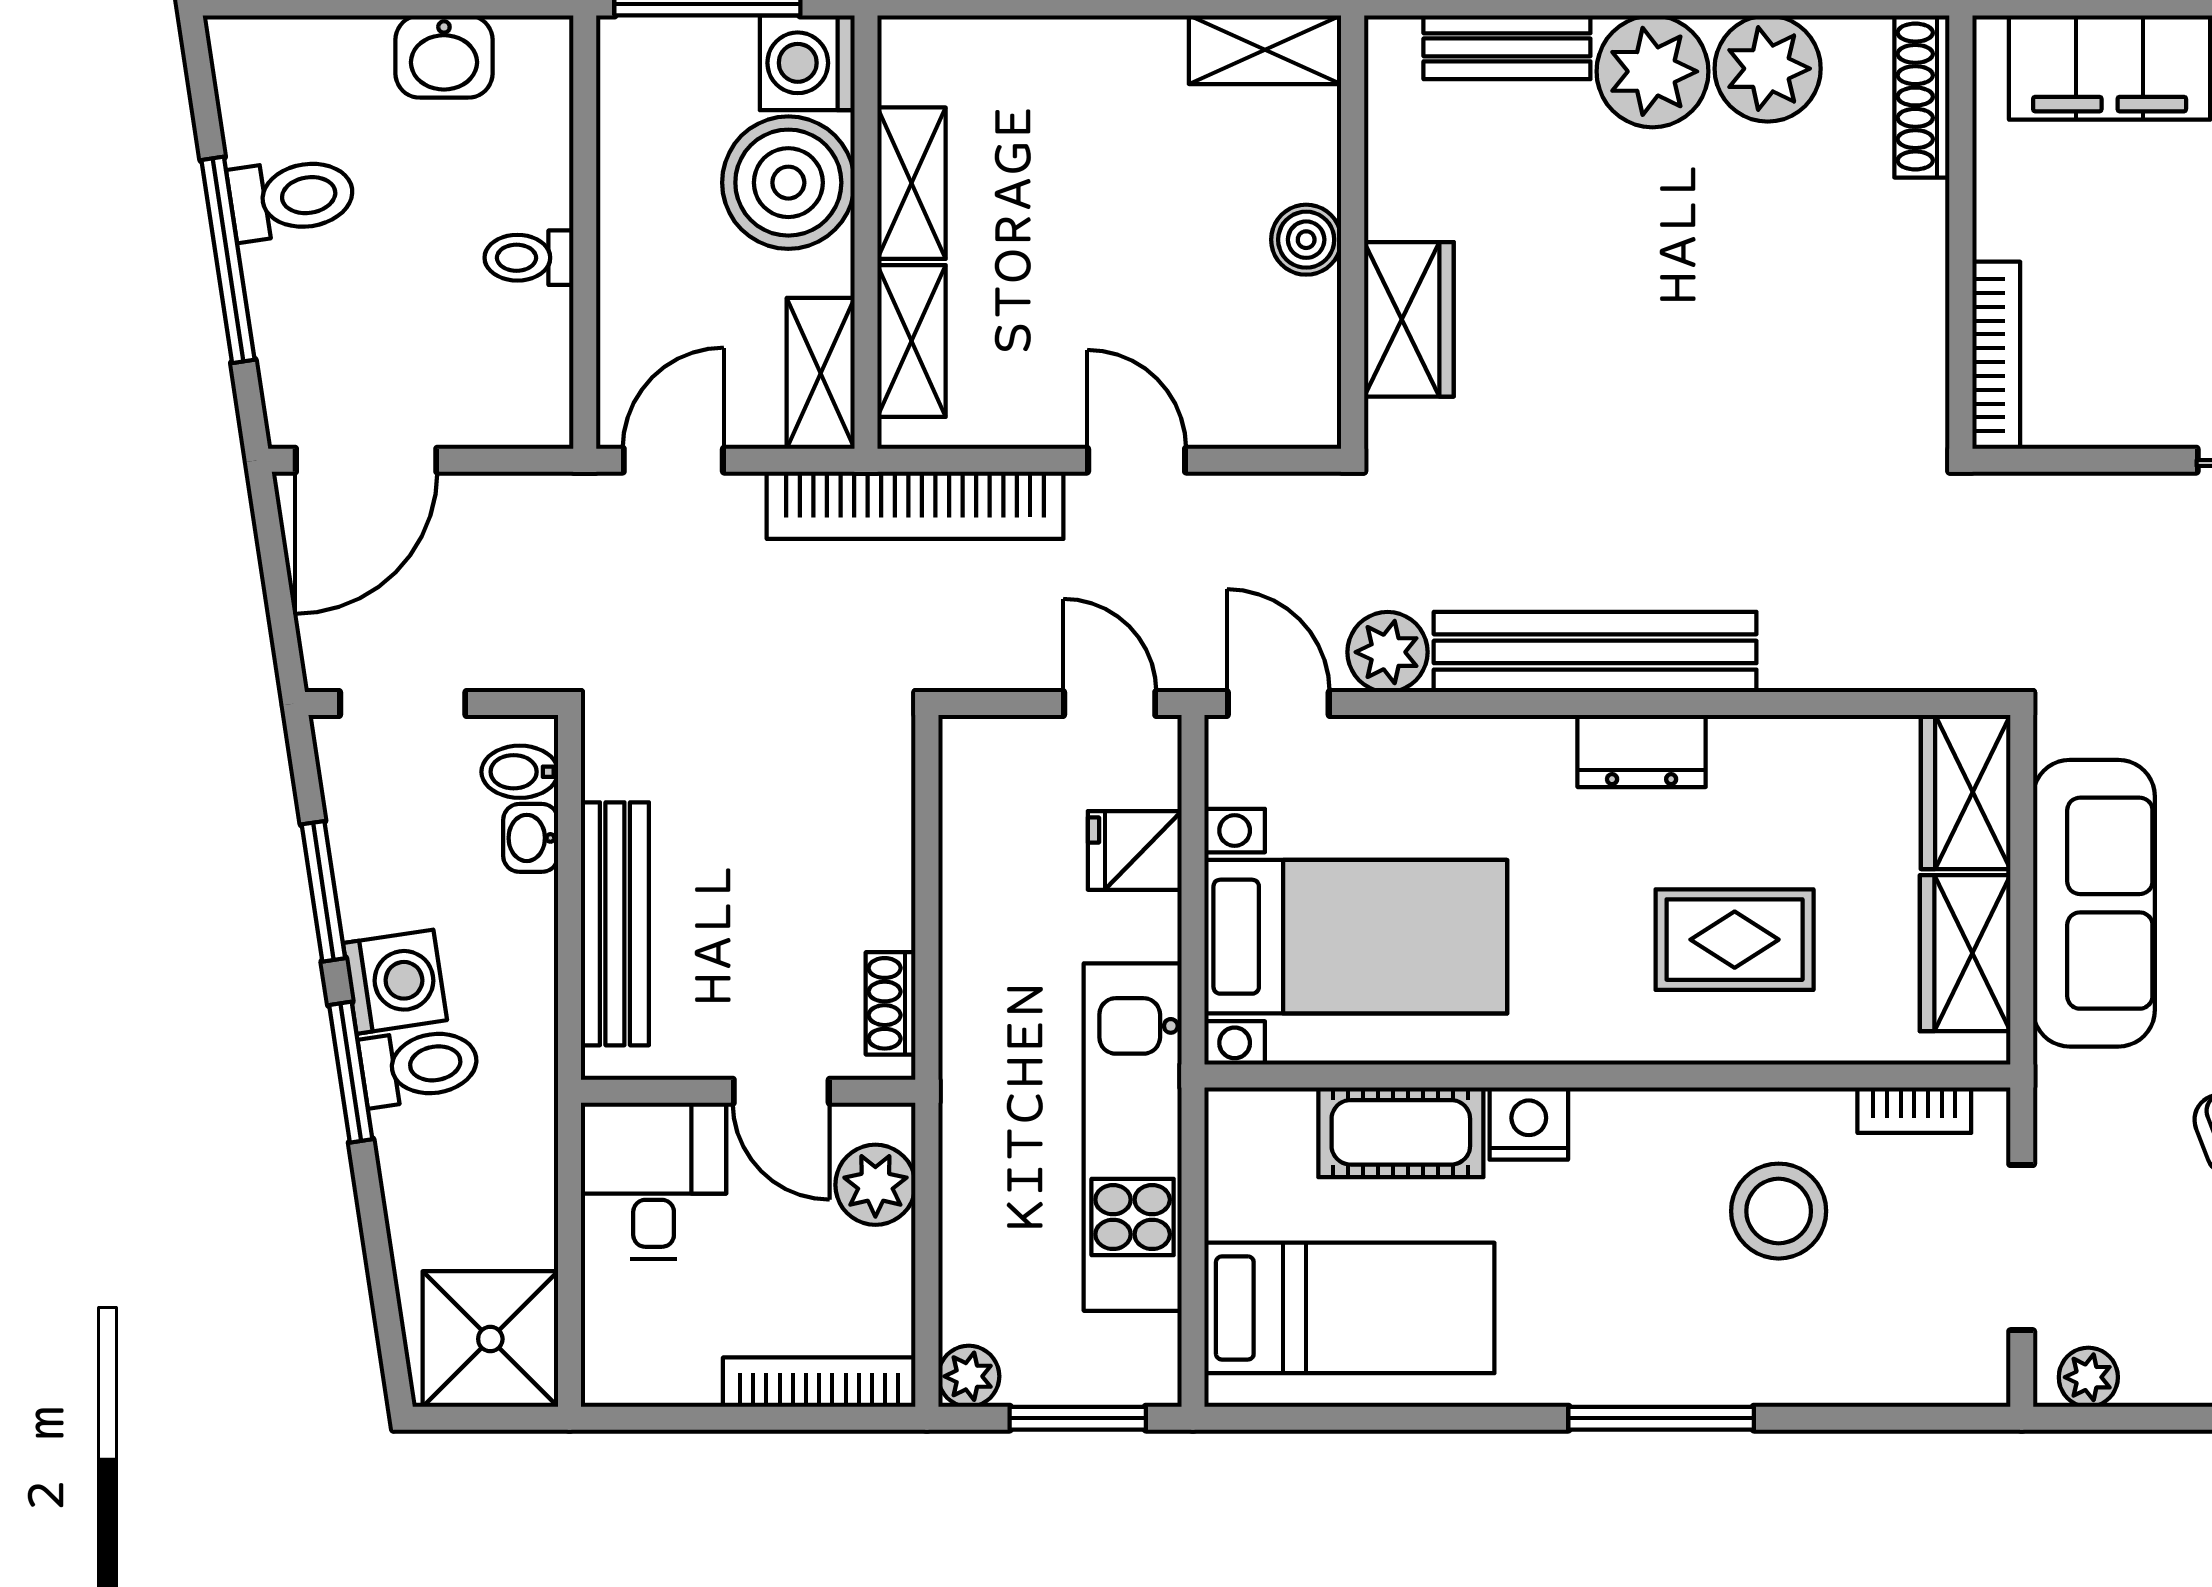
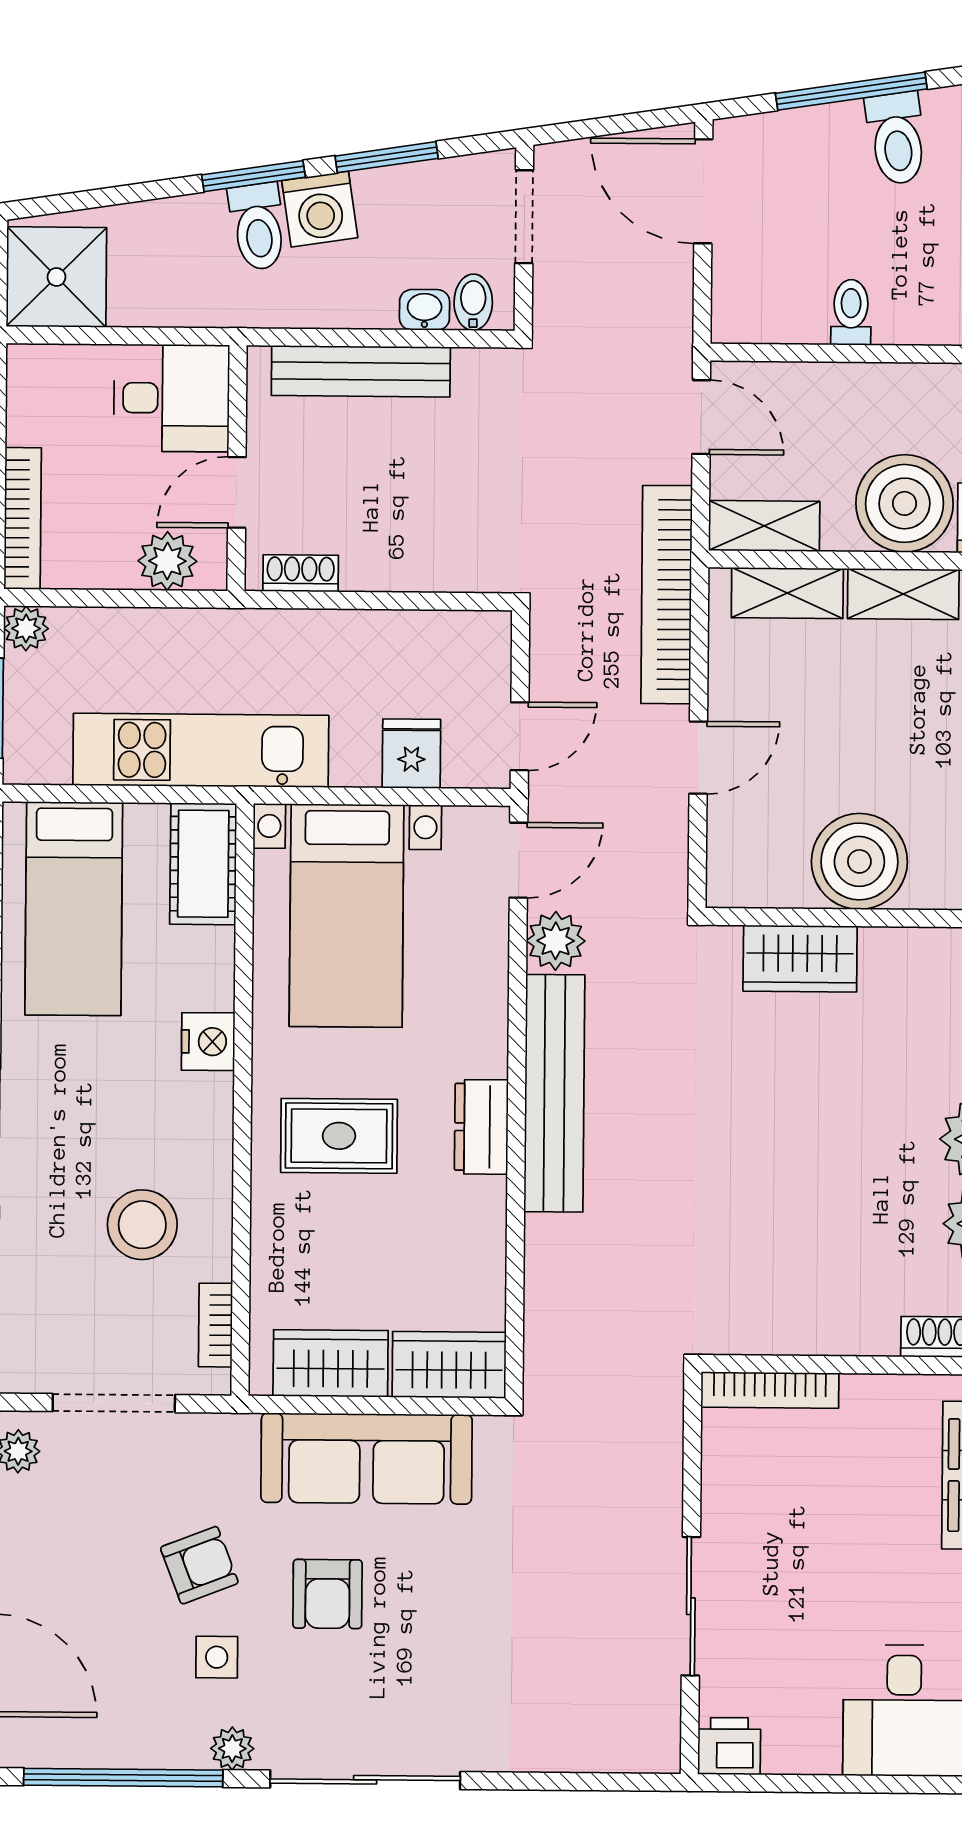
boiler: (1306, 240) -> (859, 861), width x1.86, depth x1.86
rug: (1735, 940) -> (339, 1136), moved, turned 90
cot: (1401, 1132) -> (203, 864), moved

